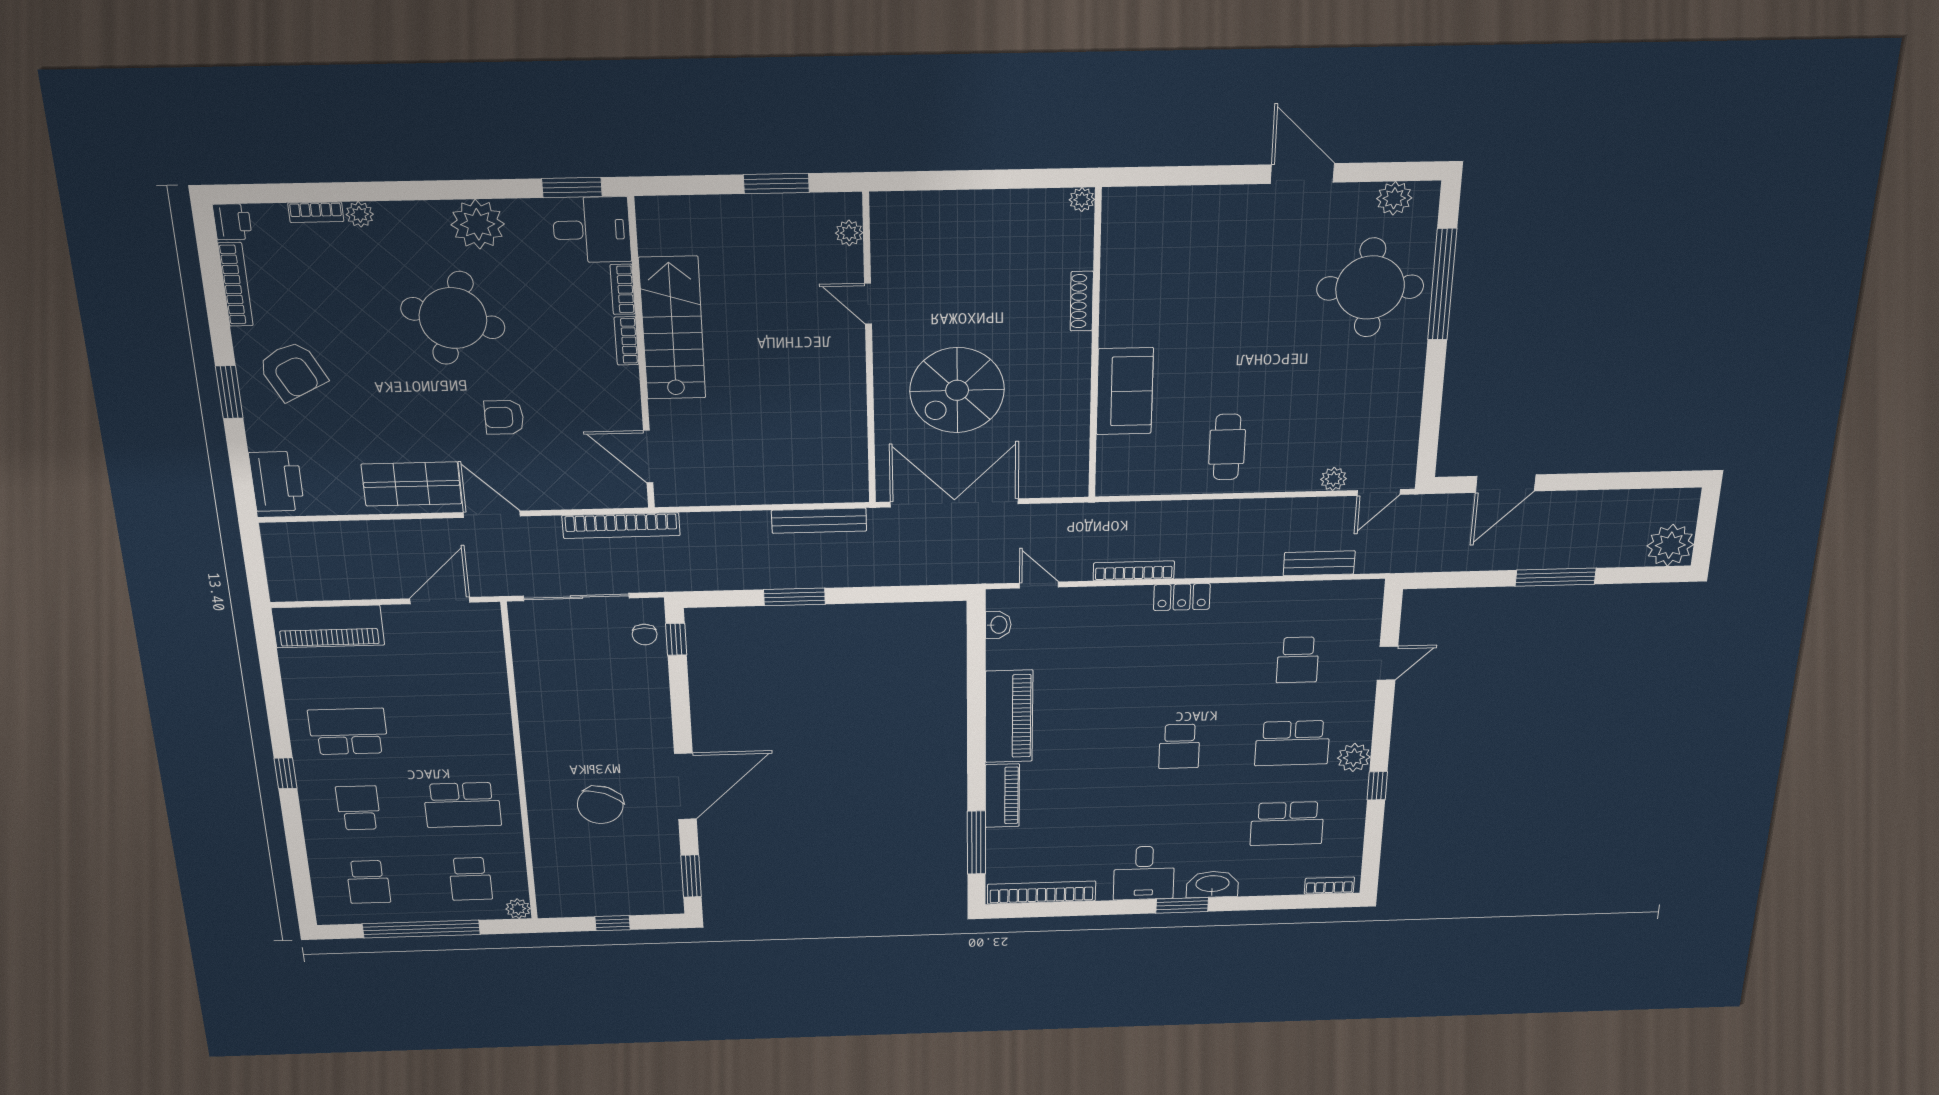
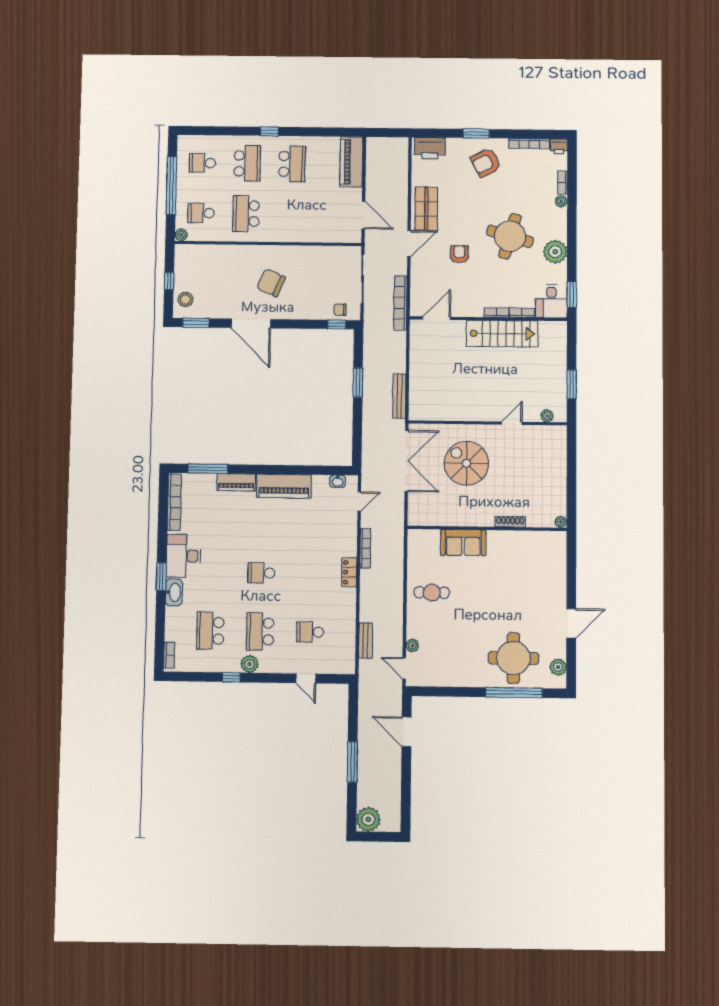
chair: (600, 805) -> (271, 283), moved
school desk: (358, 808) -> (247, 163), width x1.85
desk: (1144, 873) -> (183, 556), width x1.37
stool: (646, 895) -> (185, 299), added

